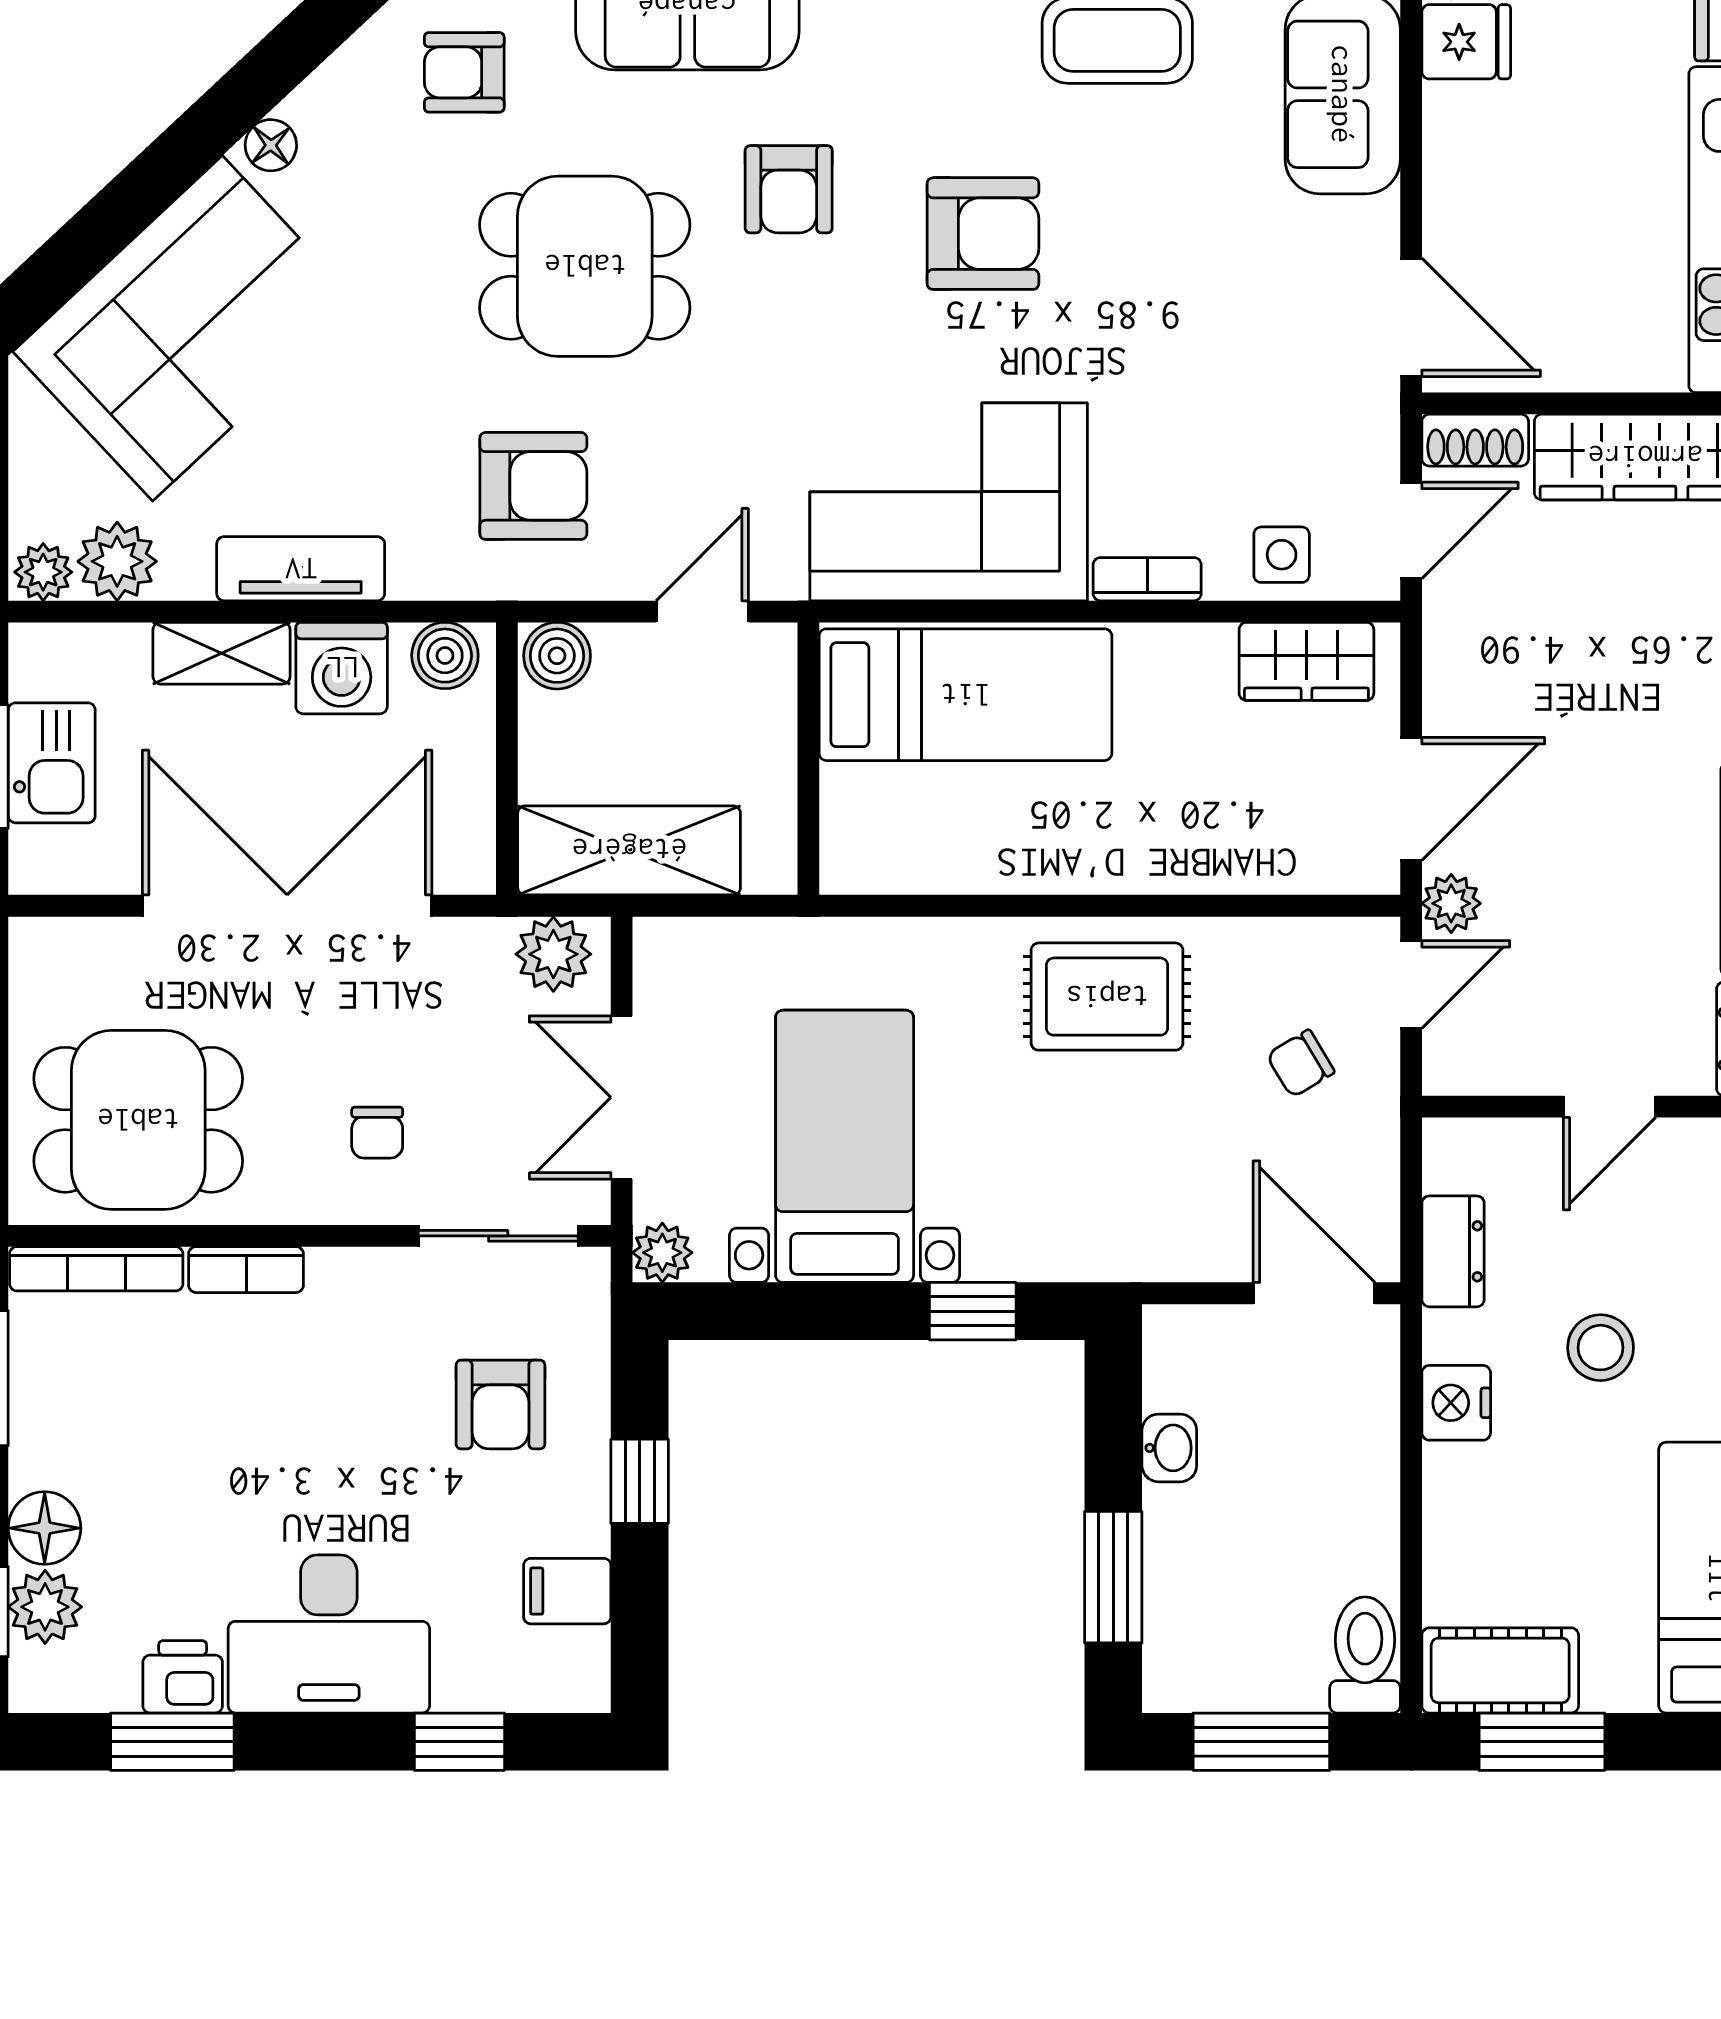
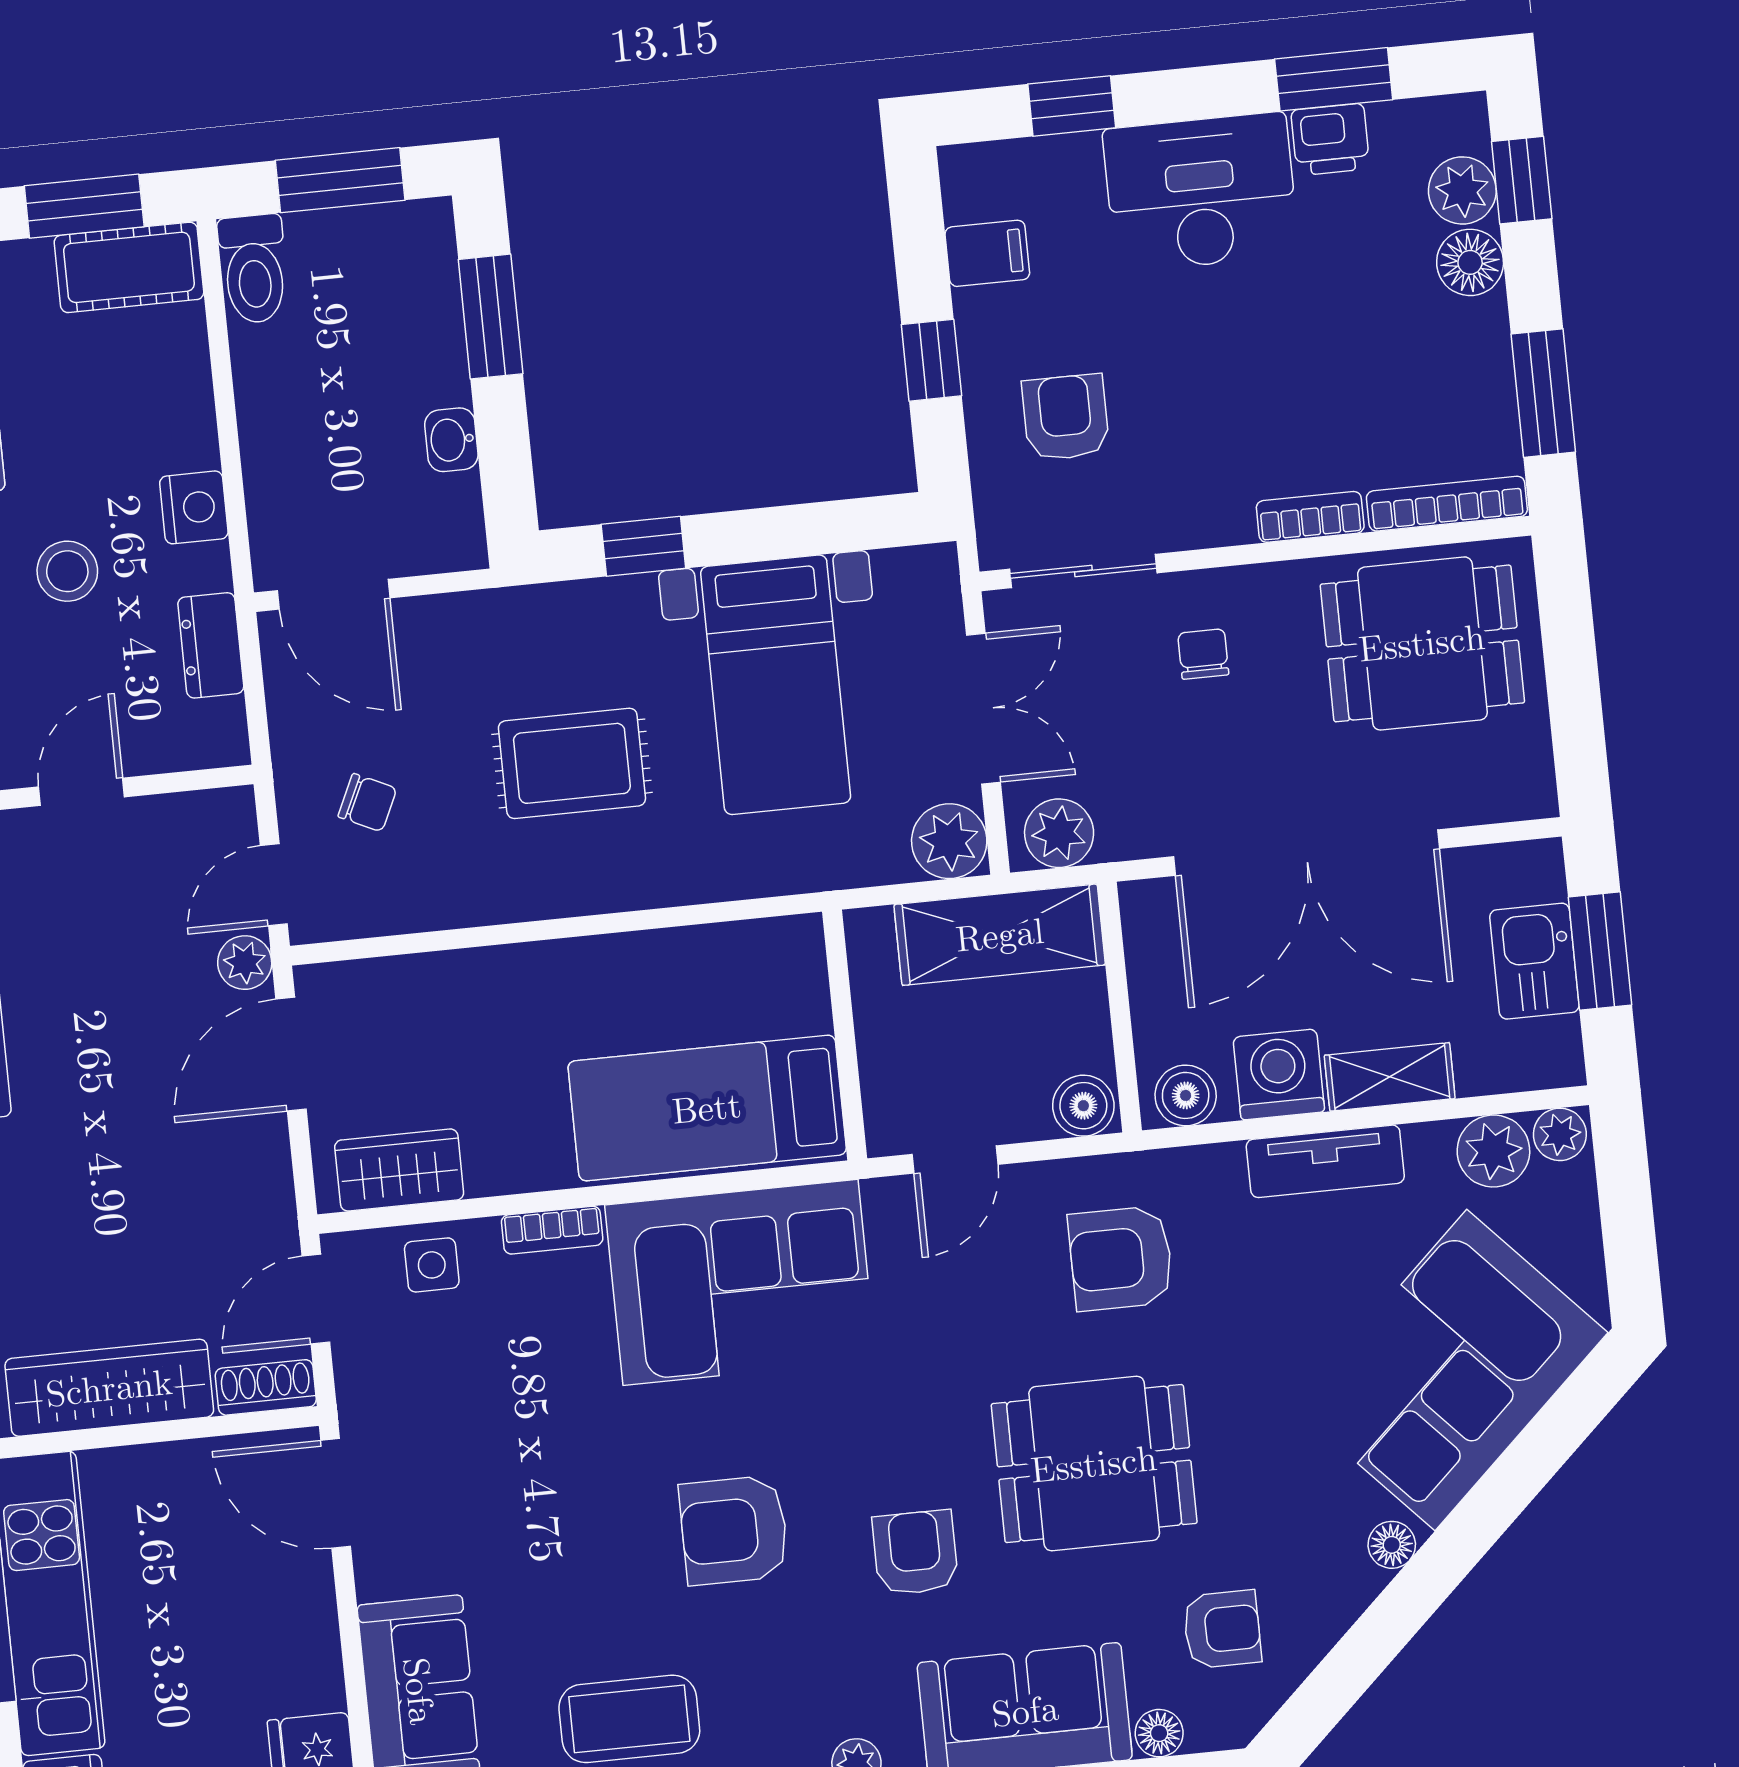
rug: (1107, 997) -> (572, 763), moved
chair: (1300, 1064) -> (367, 803), turned 56
plant: (662, 1253) -> (949, 841), moved, width x1.38, depth x1.38

